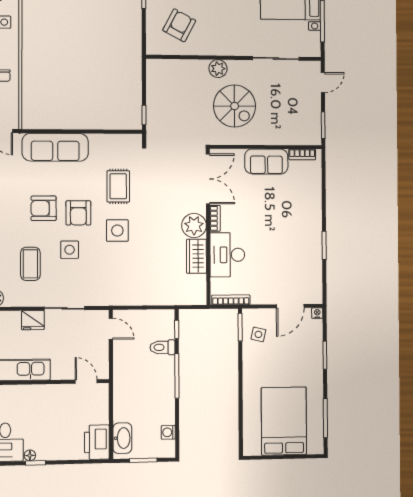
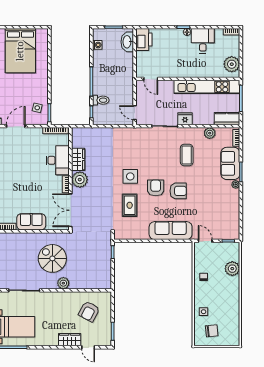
side table: (70, 250) -> (161, 164), removed

